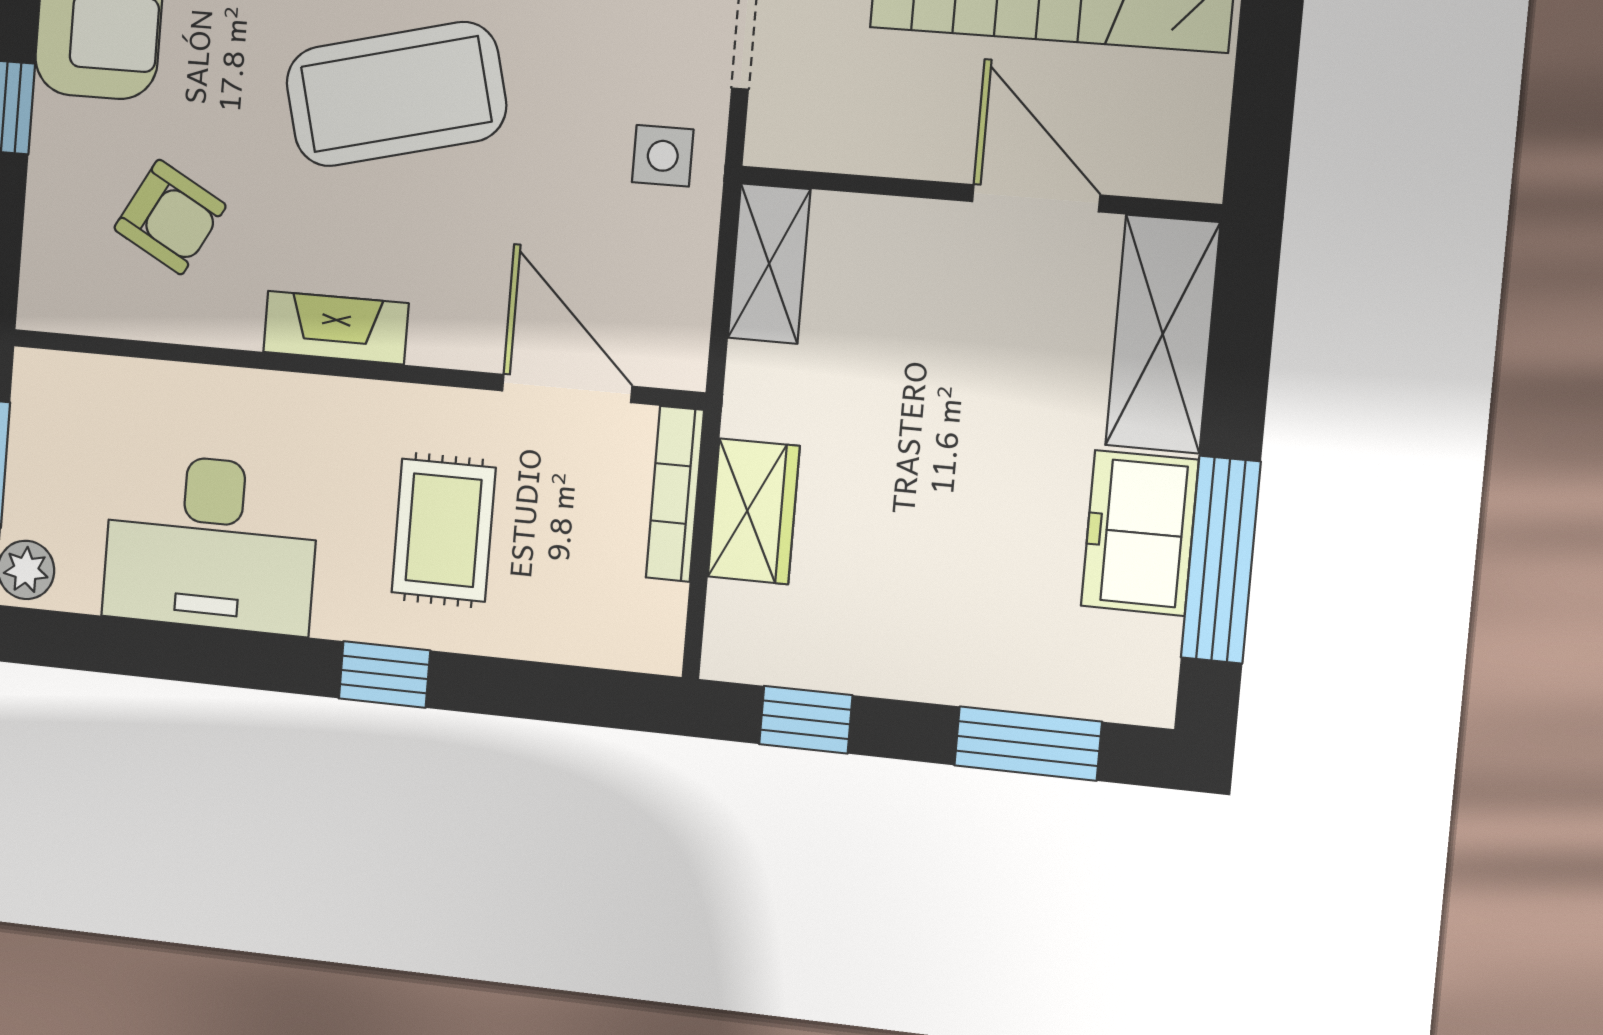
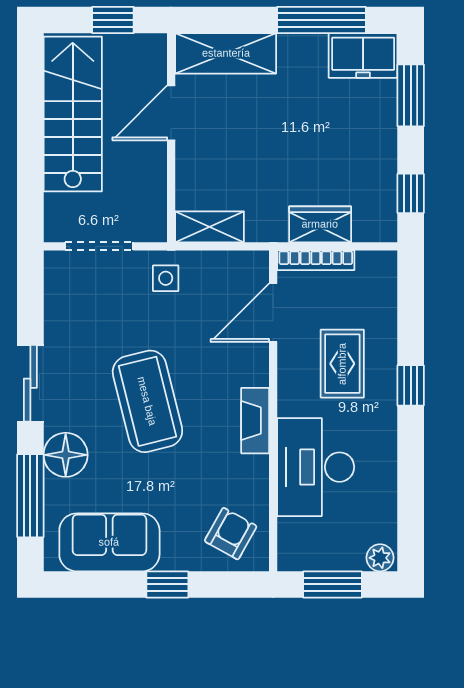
window: (1265, 81) -> (113, 20), added
armchair: (170, 217) -> (231, 534), moved
rug: (444, 530) -> (342, 364), turned 90
freezer: (1140, 533) -> (363, 55), moved
desk: (211, 543) -> (316, 467), moved, turned 180

